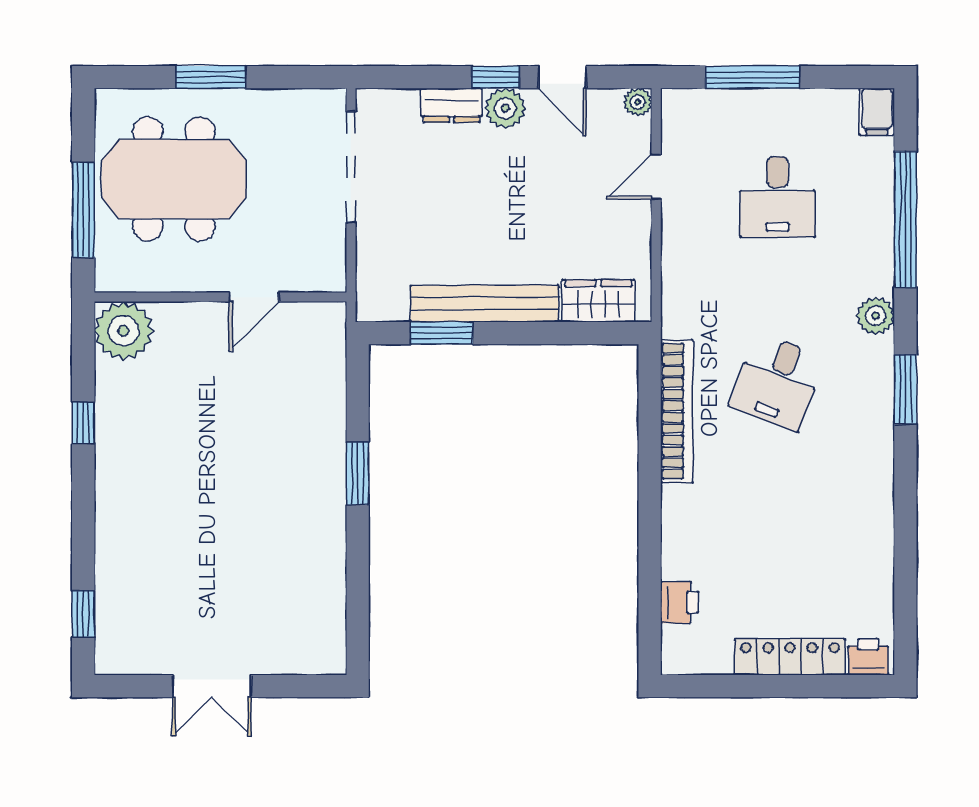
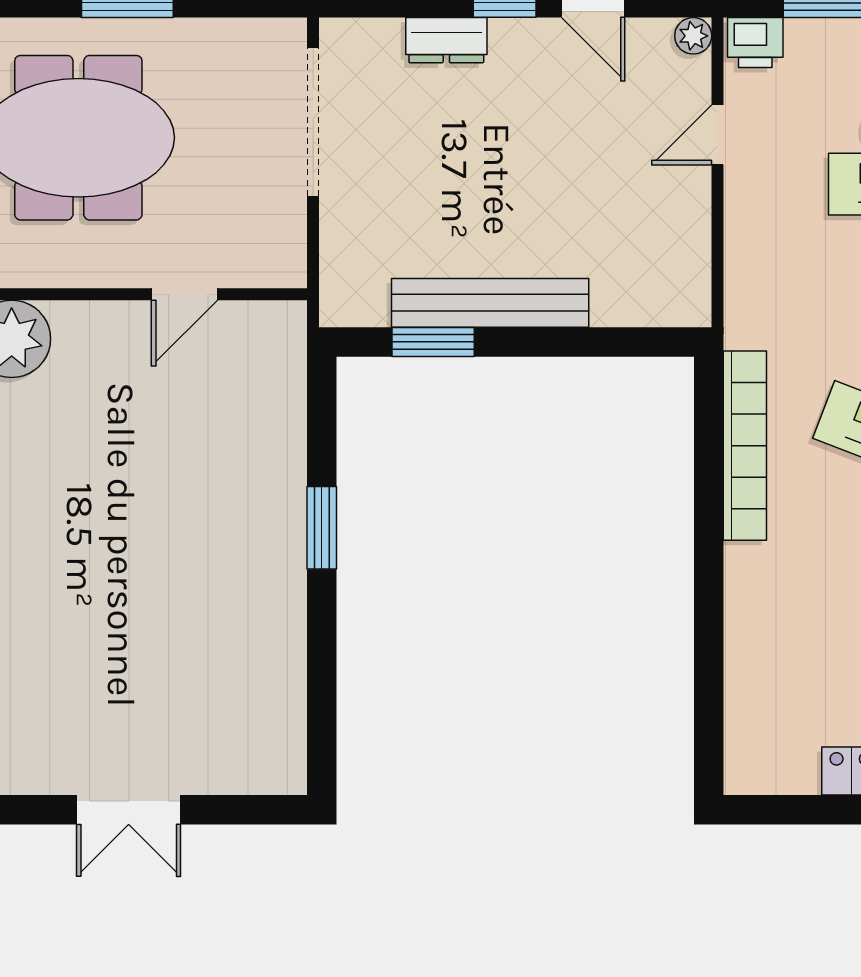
plant: (505, 108) -> (517, 44), removed
wardrobe: (598, 301) -> (641, 299), removed
printer: (679, 602) -> (755, 42), moved, turned 90

